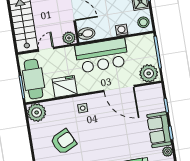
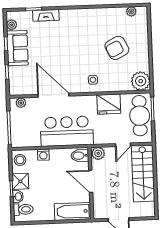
plant: (149, 73) -> (21, 103), width x0.53, depth x0.53

